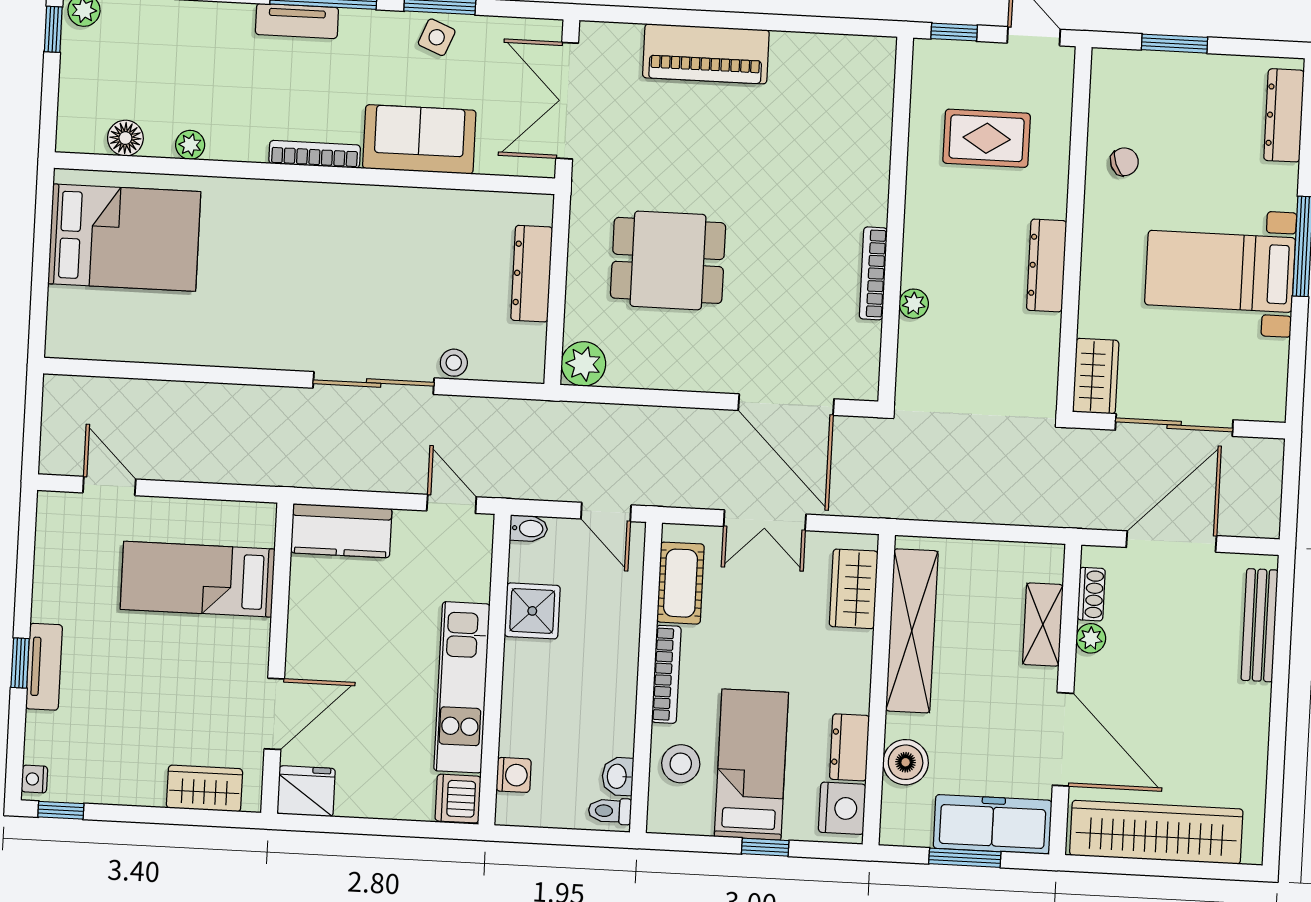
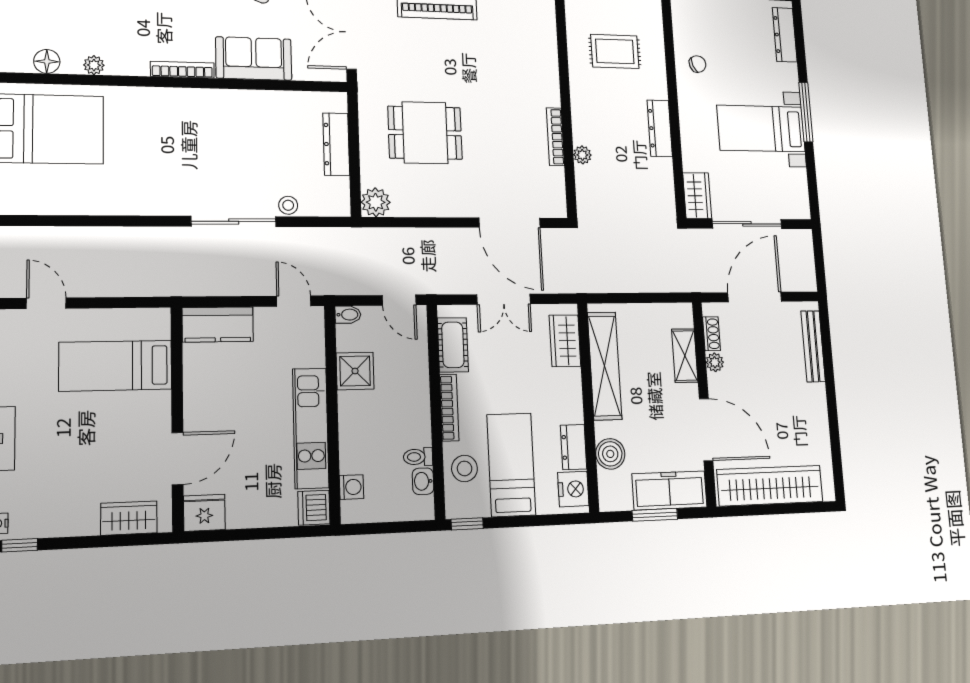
toilet: (610, 811) -> (418, 457), moved
window: (765, 847) -> (467, 524), moved

